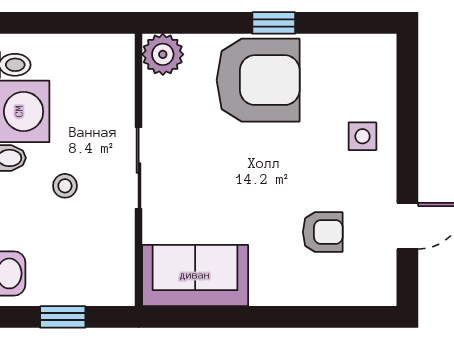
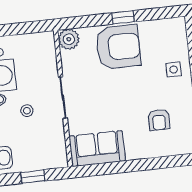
armchair: (323, 232) -> (159, 120), turned 90

